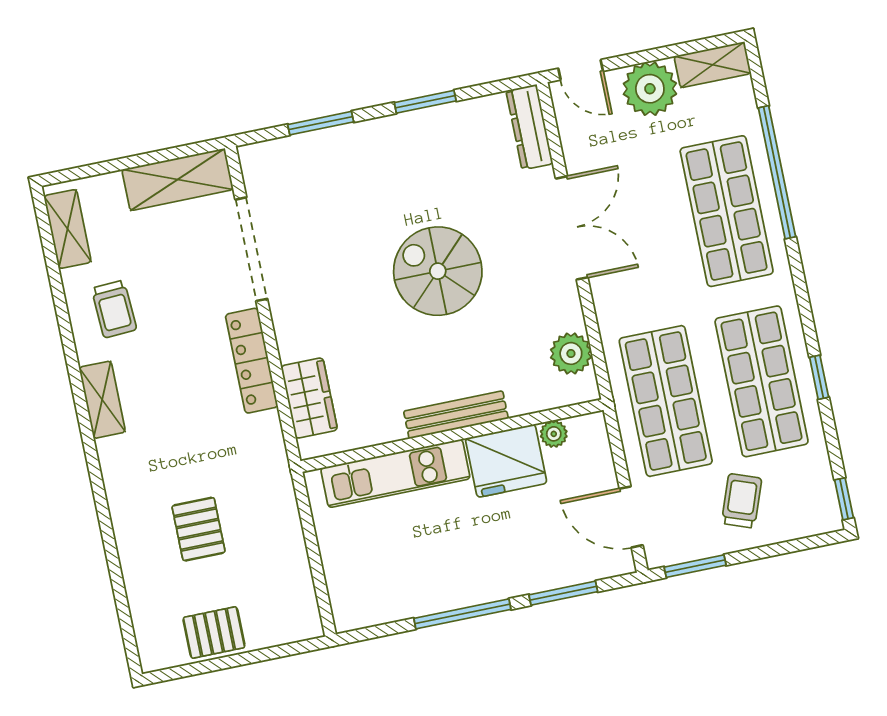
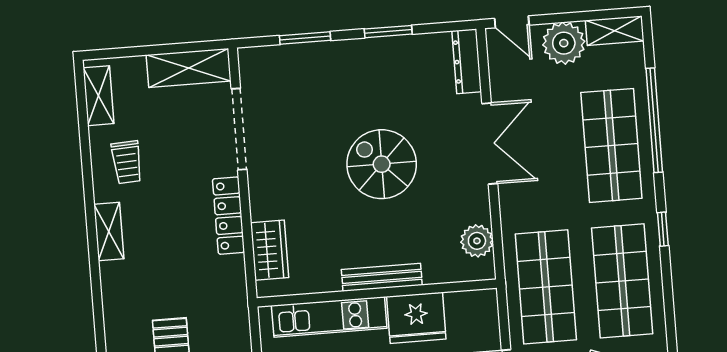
window: (819, 377) -> (663, 229), moved
plant: (554, 434) -> (456, 302), removed

